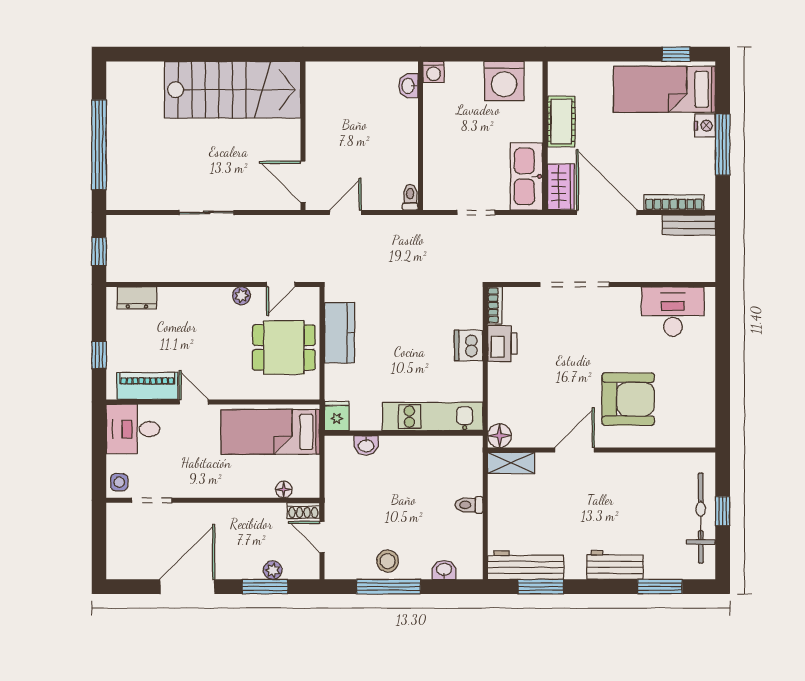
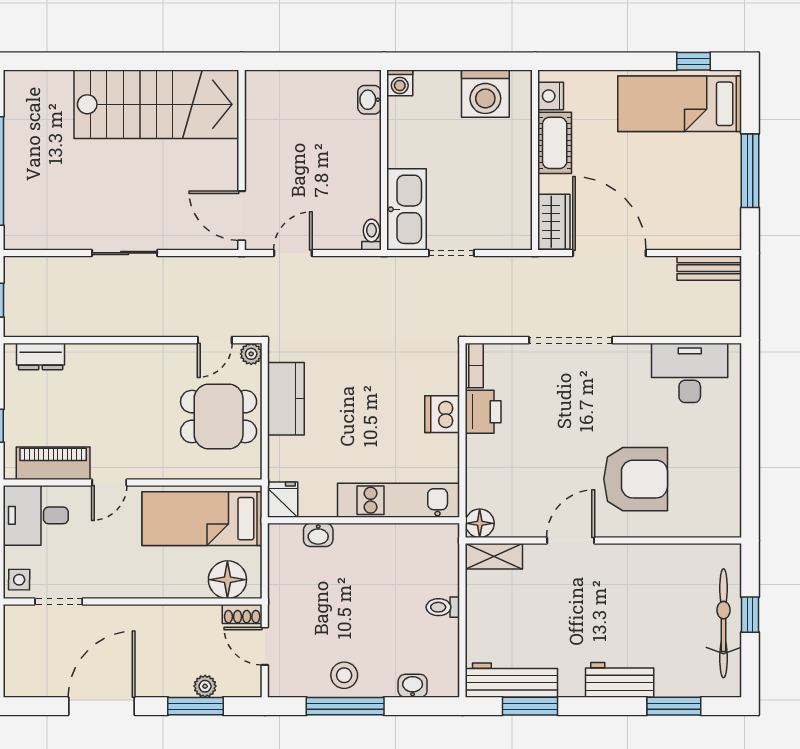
nightstand: (705, 126) -> (551, 96), moved, turned 180
kitchen sink: (527, 176) -> (406, 209), moved, turned 180
bookcase: (674, 202) -> (691, 241), removed
plant: (241, 296) -> (251, 354), moved
door: (194, 402) -> (109, 482), swing flipped
floor lamp: (284, 490) -> (227, 580), width x1.89, depth x1.89

